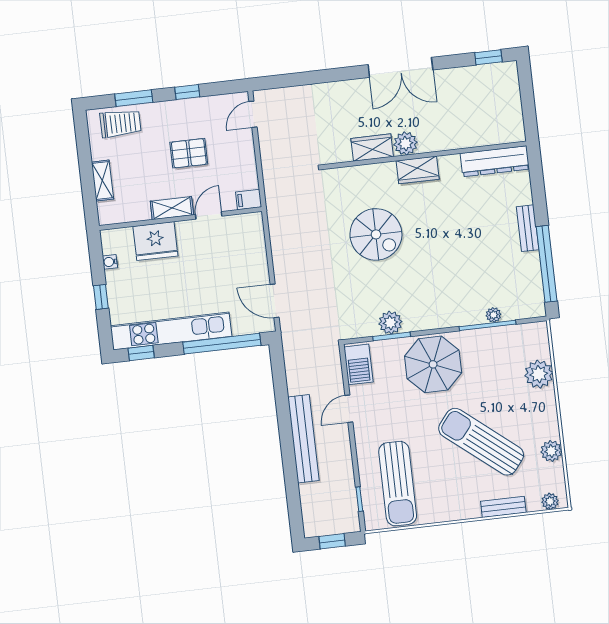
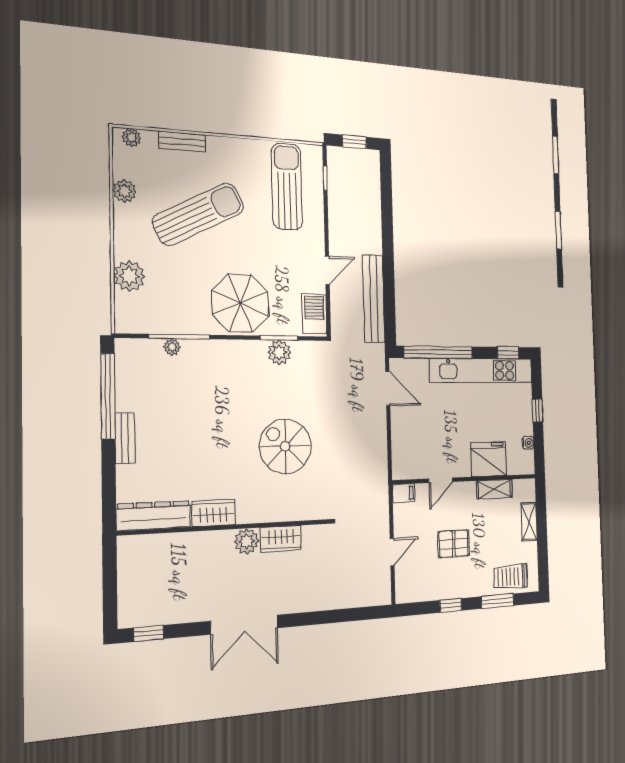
double door: (400, 67) -> (244, 625), swing flipped
door: (253, 114) -> (392, 552), moved
wardrobe: (418, 170) -> (213, 513), moved
shelving: (172, 208) -> (494, 489), moved
bench: (303, 439) -> (374, 299), moved
sun lounger: (481, 442) -> (199, 214), turned -66

